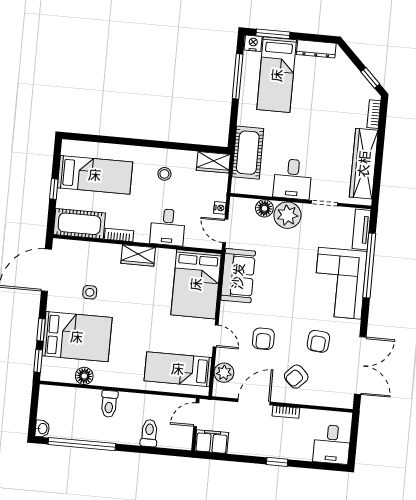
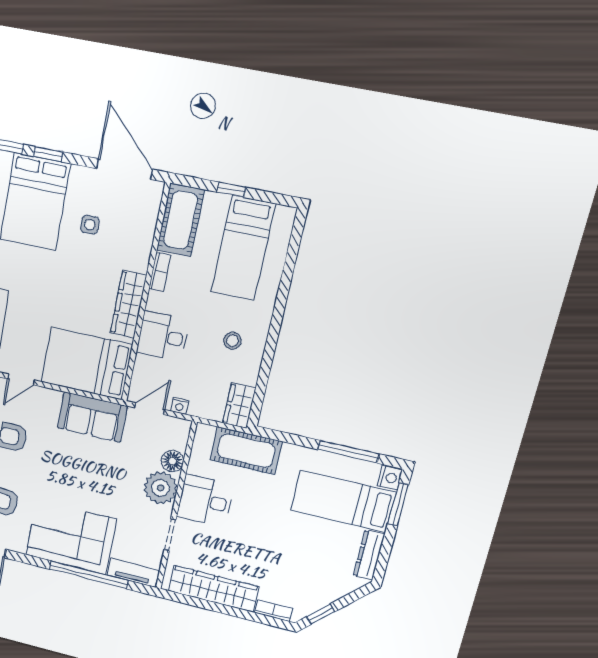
wardrobe: (138, 255) -> (129, 304), width x1.50

